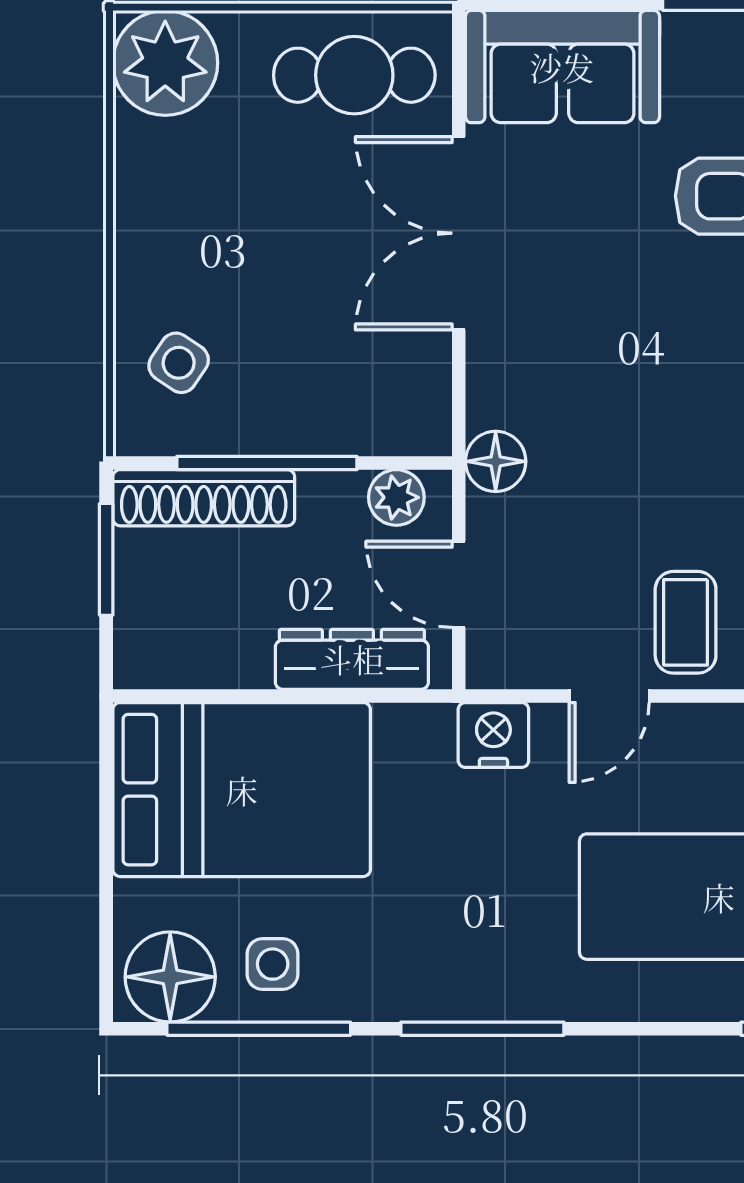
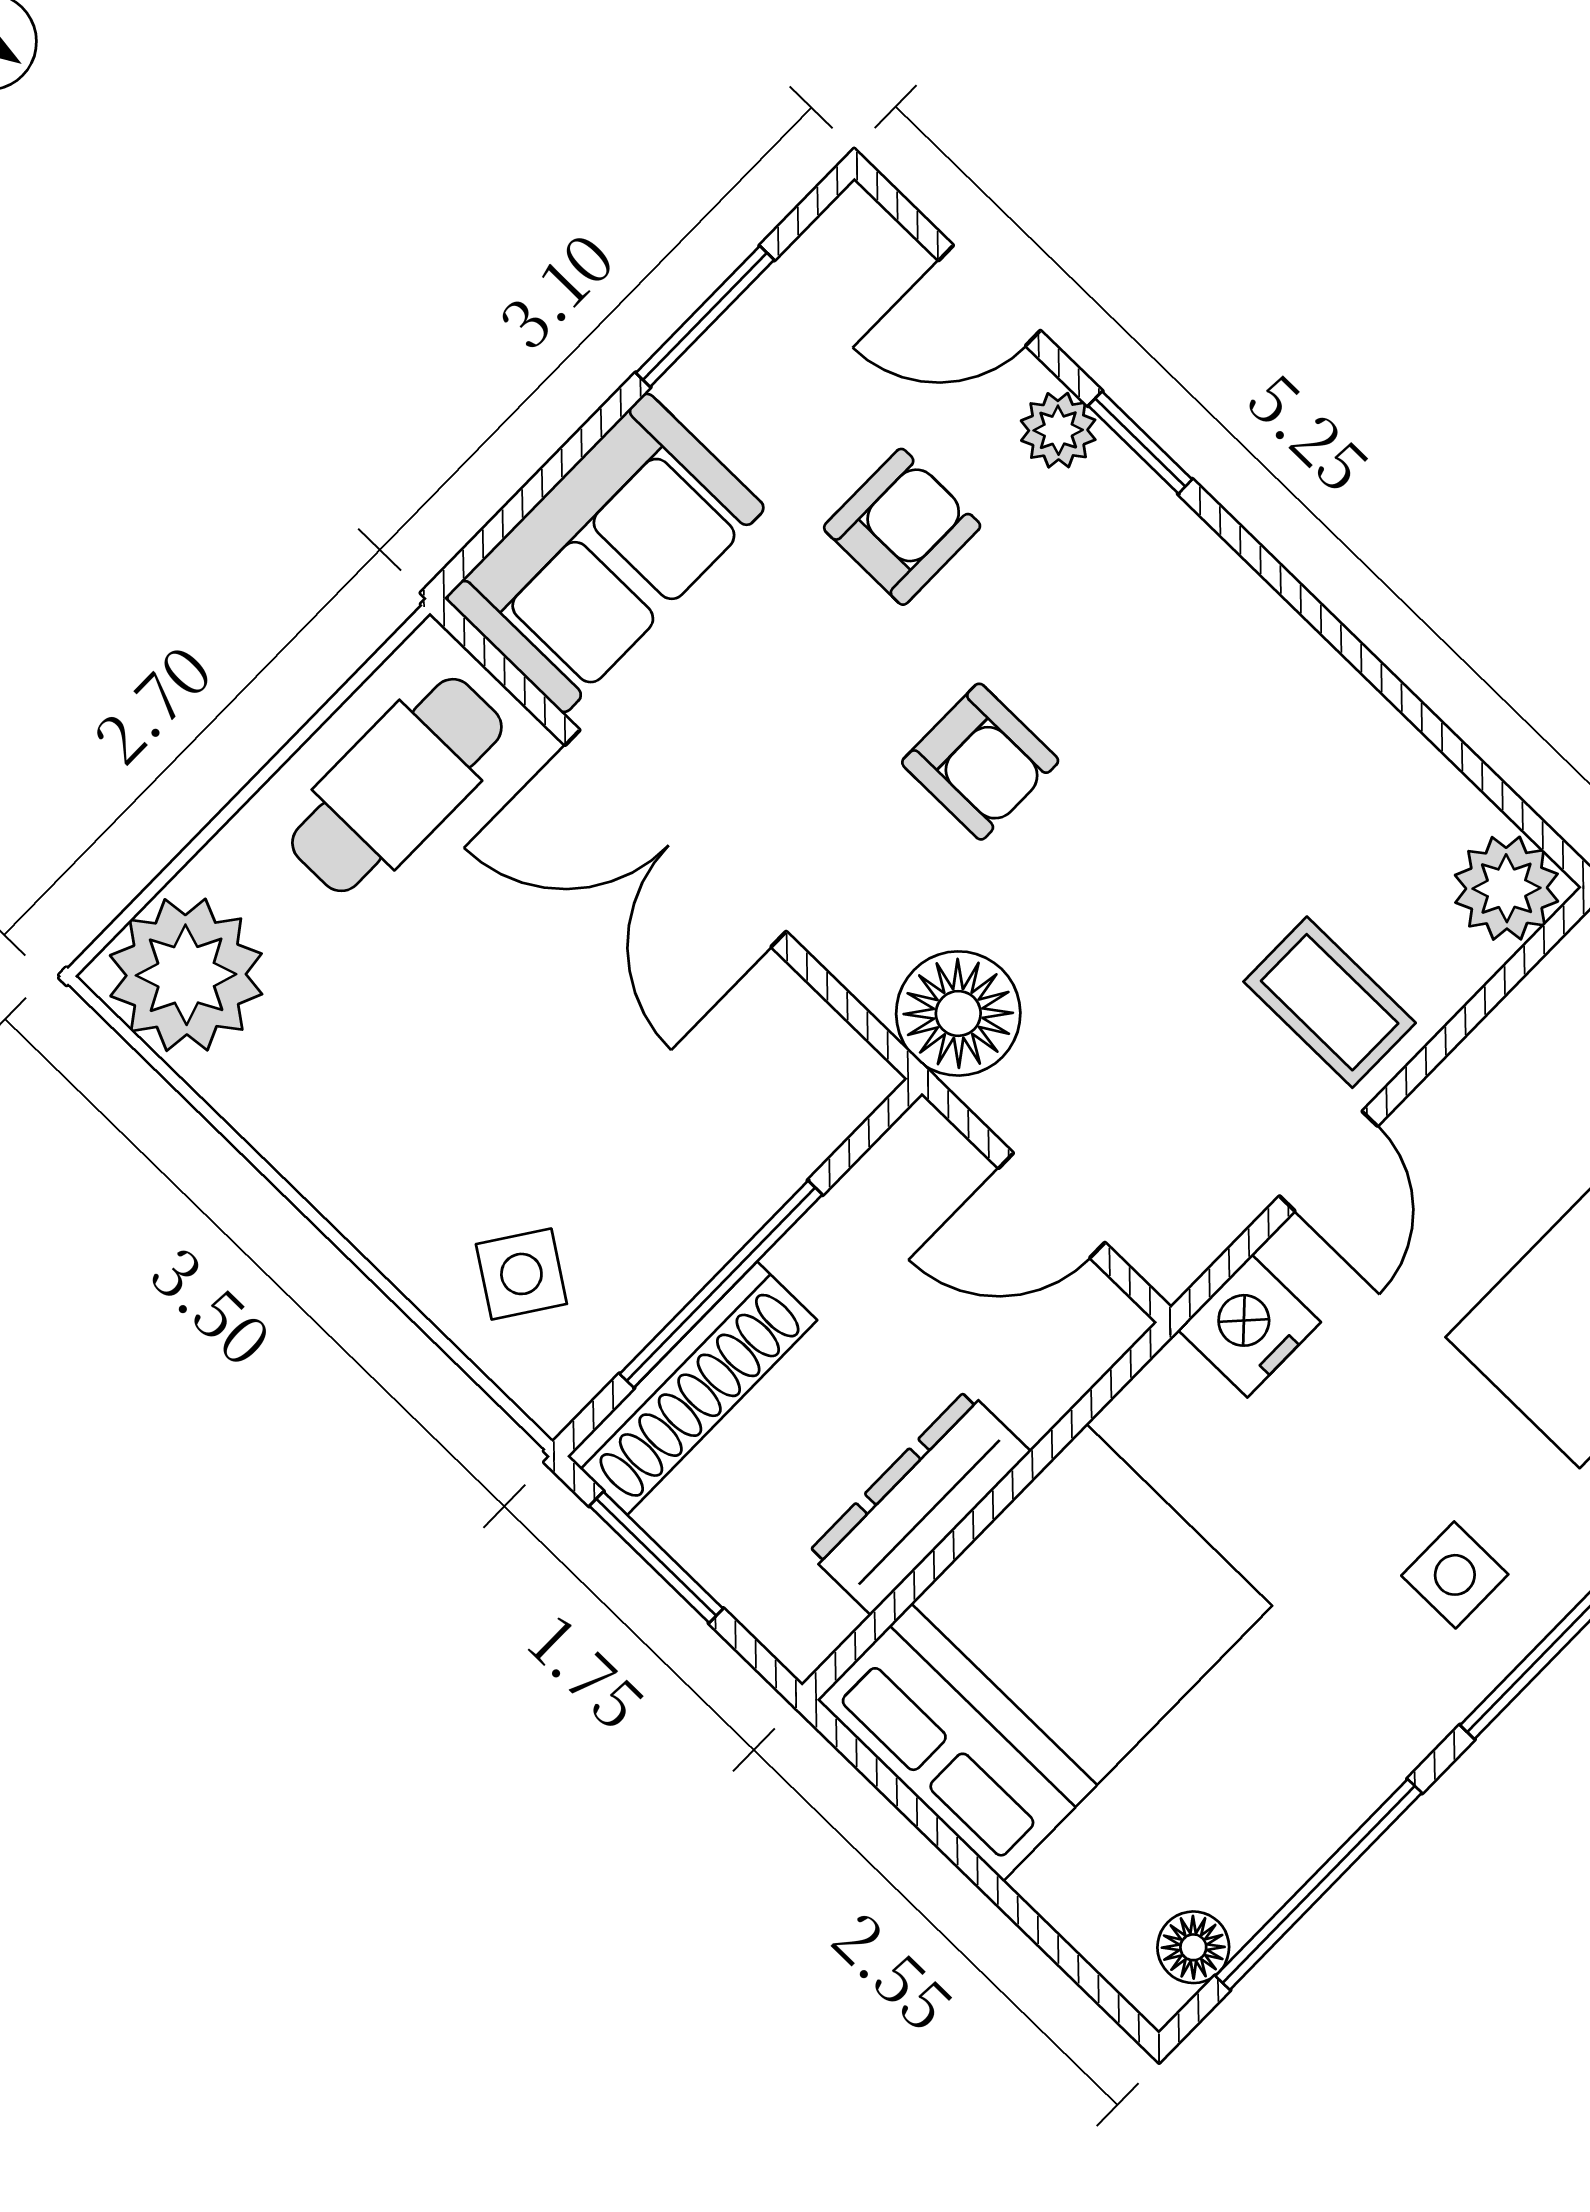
armchair: (638, 343) -> (980, 762), added
floor lamp: (496, 461) -> (958, 1013), width x1.38, depth x1.38
plant: (396, 497) -> (893, 1182), removed
dresser: (352, 659) -> (919, 1502), moved
side table: (273, 964) -> (1455, 1575), moved
floor lamp: (170, 977) -> (1193, 1947), width x0.53, depth x0.53

